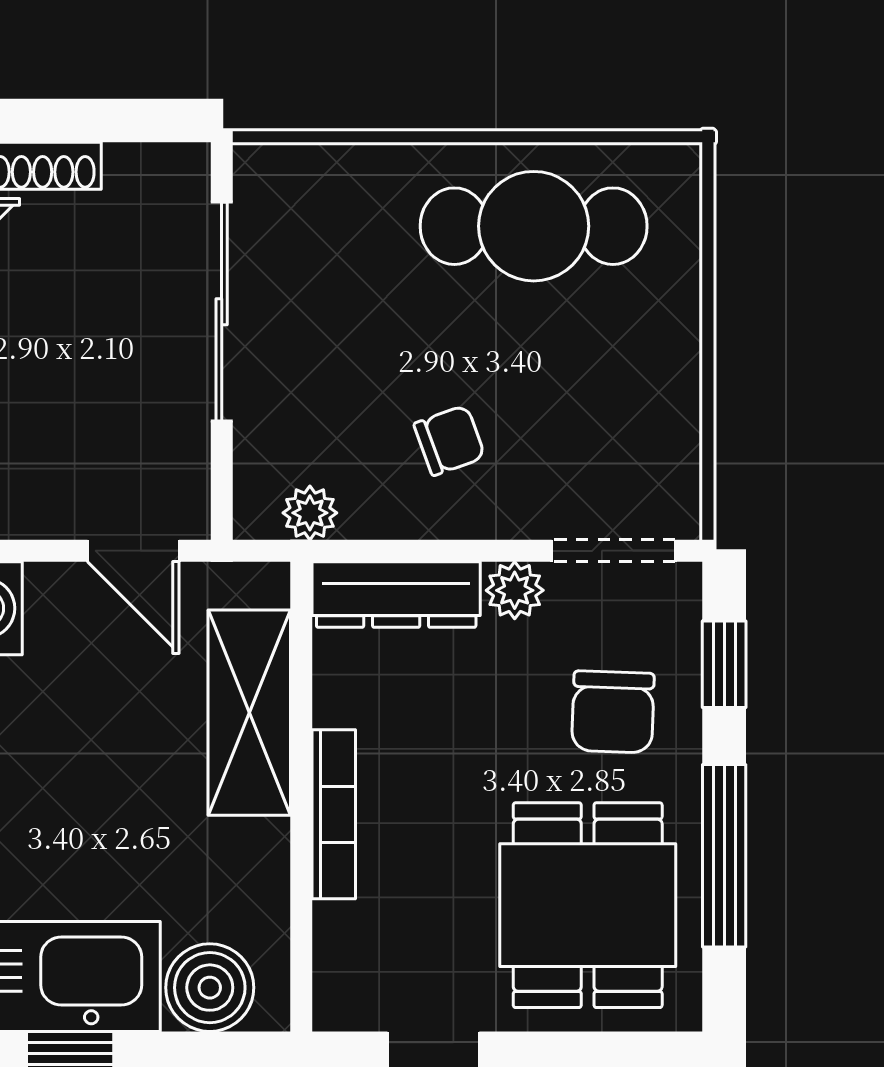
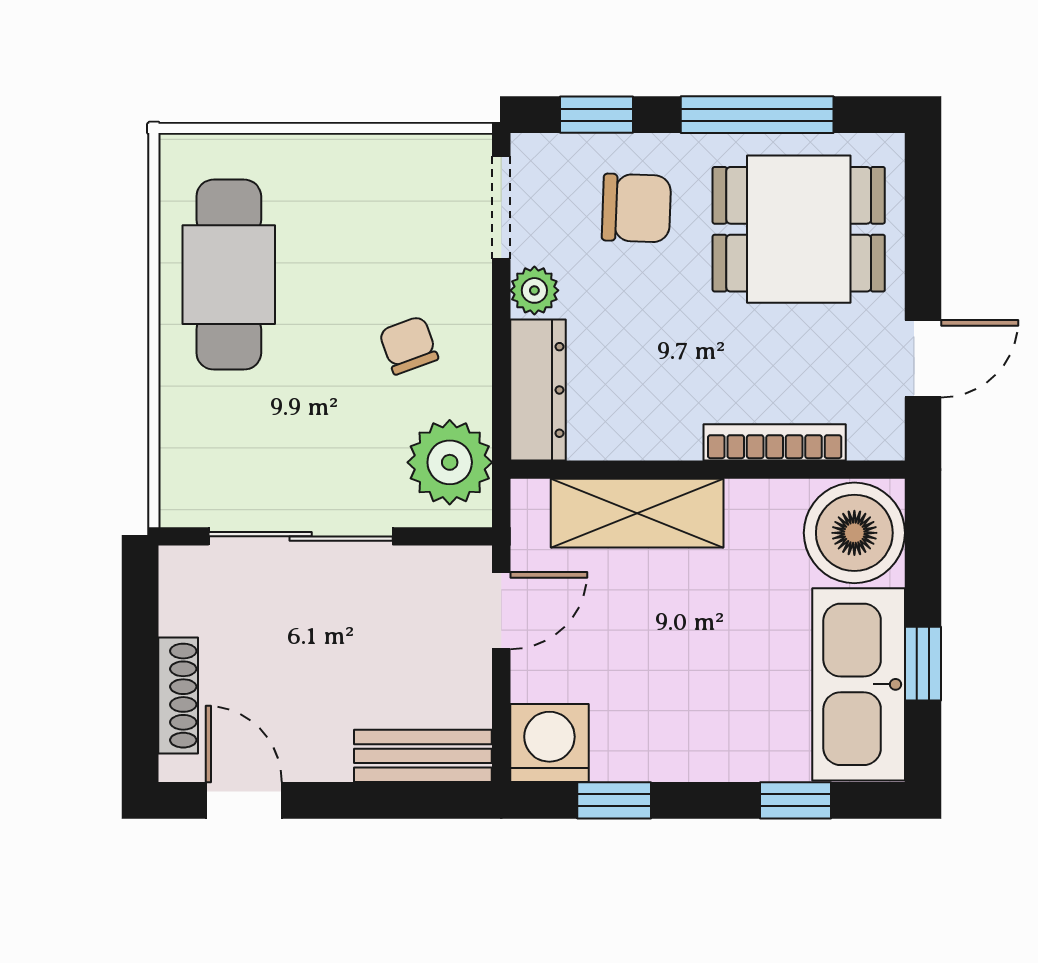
plant: (310, 513) -> (450, 462), width x1.87, depth x1.87
bookcase: (334, 814) -> (775, 442), moved
boiler: (210, 988) -> (854, 533), width x1.37, depth x1.37

